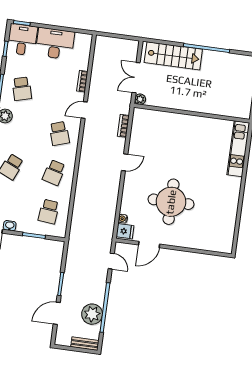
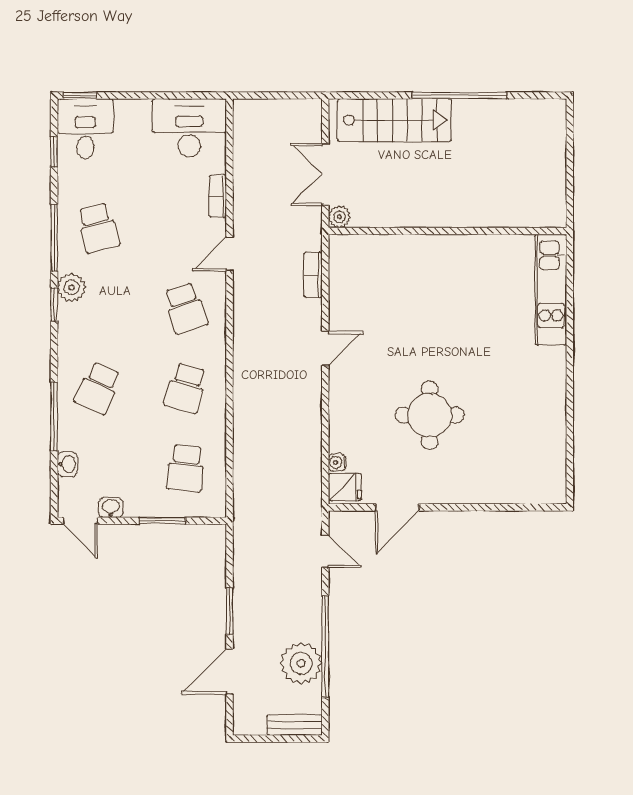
desk: (55, 44) -> (189, 128), moved
round table: (171, 202) -> (430, 415), width x0.73, depth x0.73

